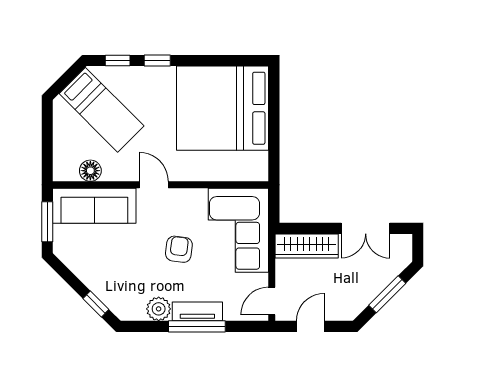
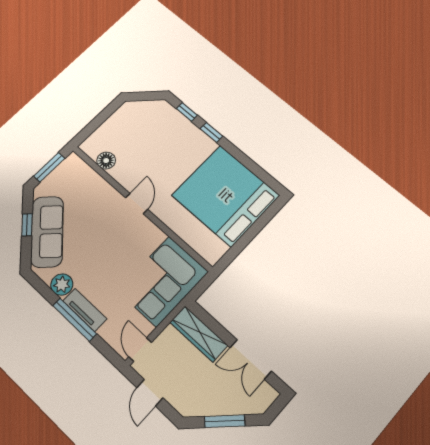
bed: (102, 110) -> (149, 131), removed
sofa: (94, 206) -> (47, 232), moved, turned -135
armchair: (179, 249) -> (113, 258), removed
door: (272, 301) -> (140, 350), hinge flipped
window: (96, 304) -> (27, 225), moved
door: (310, 326) -> (150, 393), swing flipped

